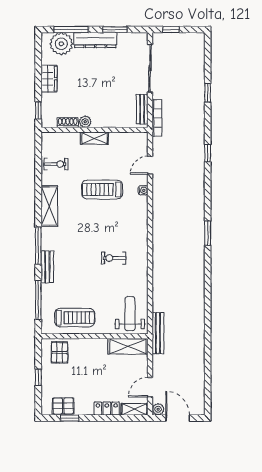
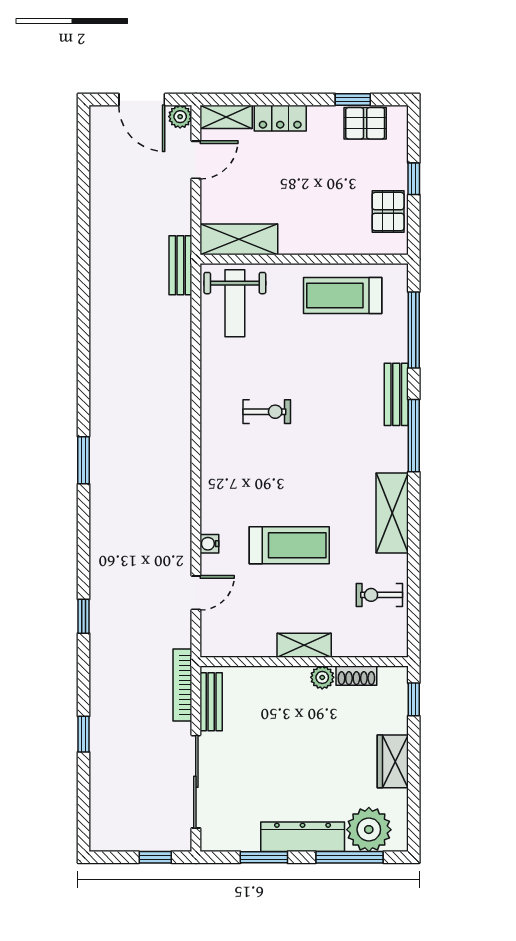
bench: (158, 333) -> (180, 265), width x0.73
pallet: (59, 352) -> (388, 212), moved

